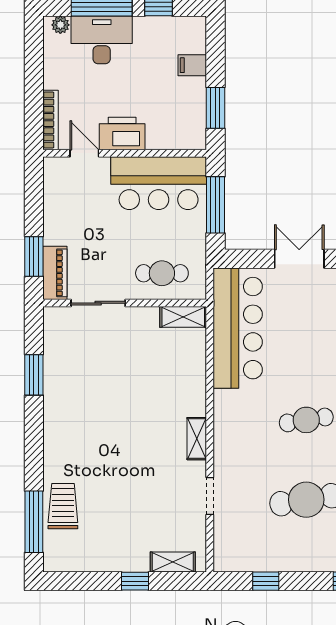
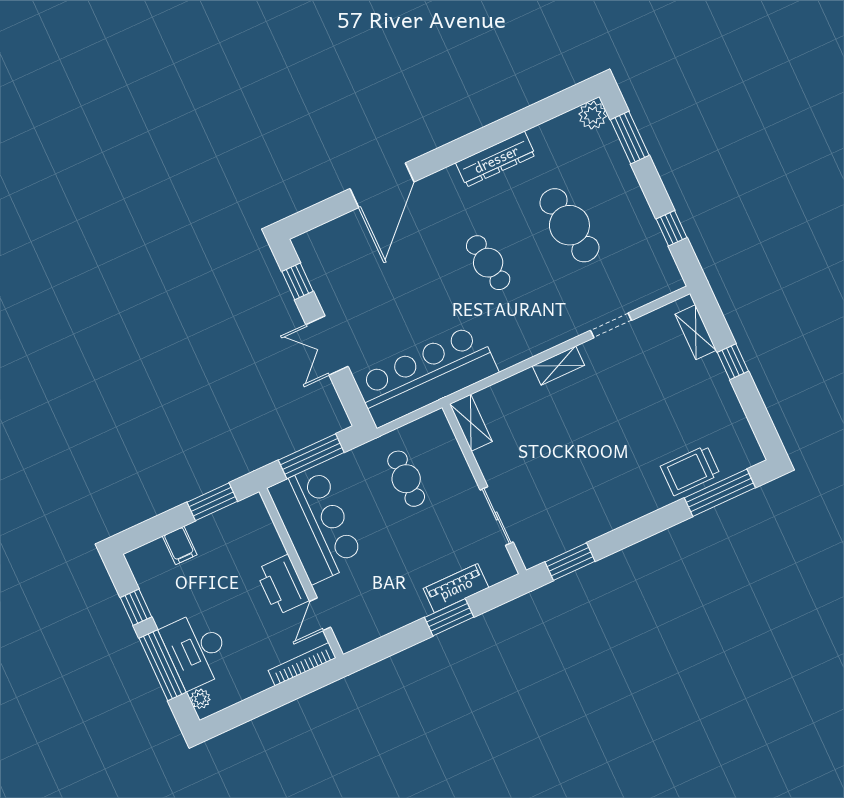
sliding door: (98, 303) -> (497, 516), moved
wall: (125, 303) -> (484, 489), moved
shelving: (183, 317) -> (471, 423), moved

